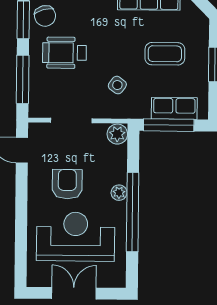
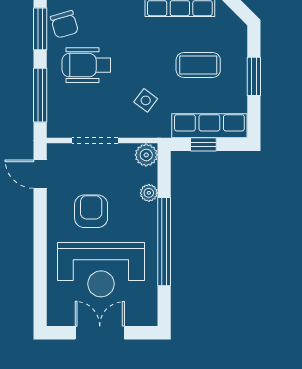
row of seats: (174, 108) -> (209, 126), width x1.48
window: (169, 125) -> (203, 144), width x0.46
plant: (119, 193) -> (149, 193), moved
reception desk: (76, 237) -> (101, 270), turned 180

